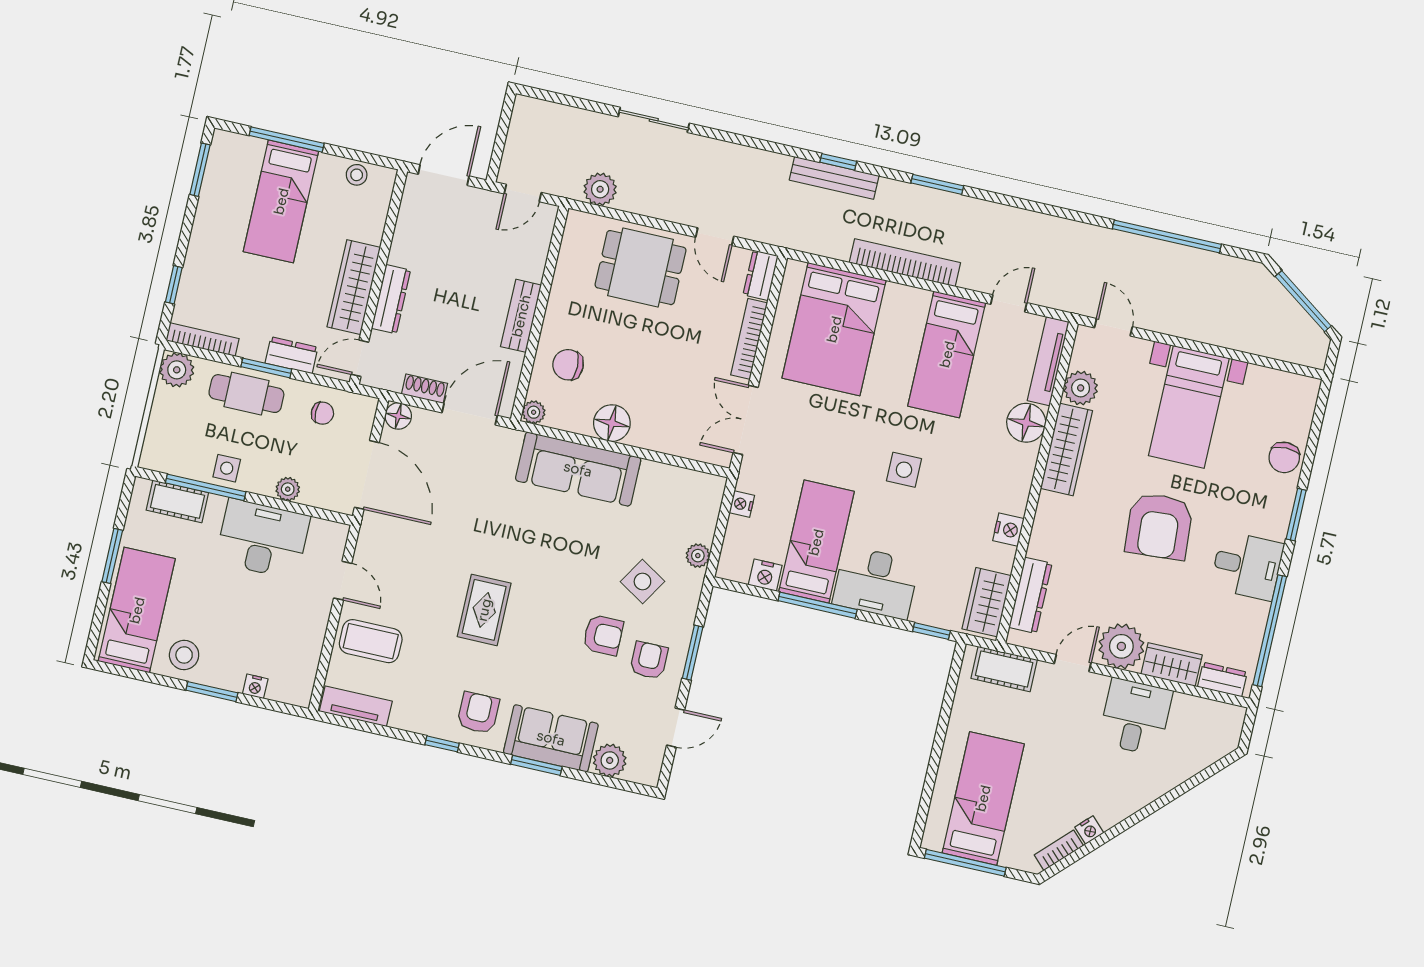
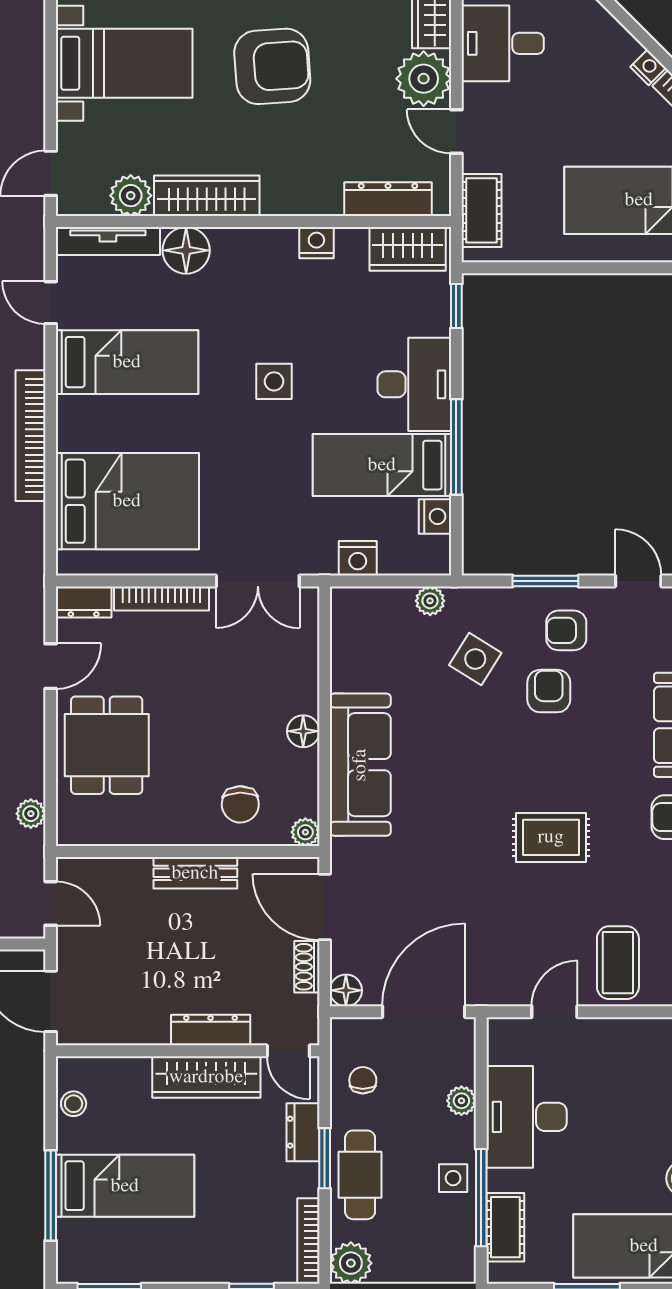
plant: (600, 189) -> (31, 814), width x0.73, depth x0.73
floor lamp: (612, 423) -> (303, 731), width x0.73, depth x0.73
nightstand: (742, 504) -> (358, 558), width x1.39, depth x1.35

